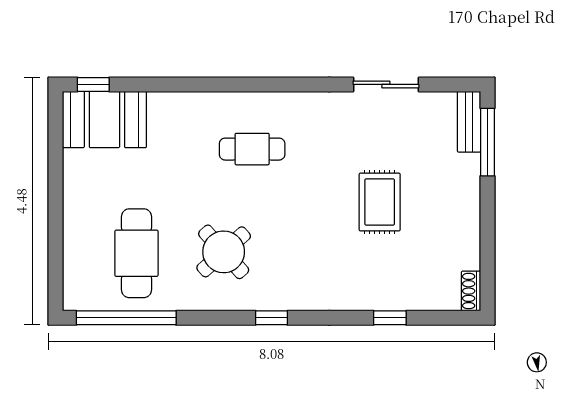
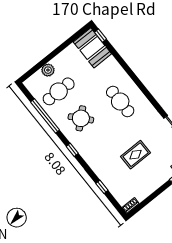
cafe table: (252, 149) -> (120, 101), width x1.37, depth x1.35
plant: (78, 241) -> (48, 70), added
window: (126, 318) -> (45, 116), moved

